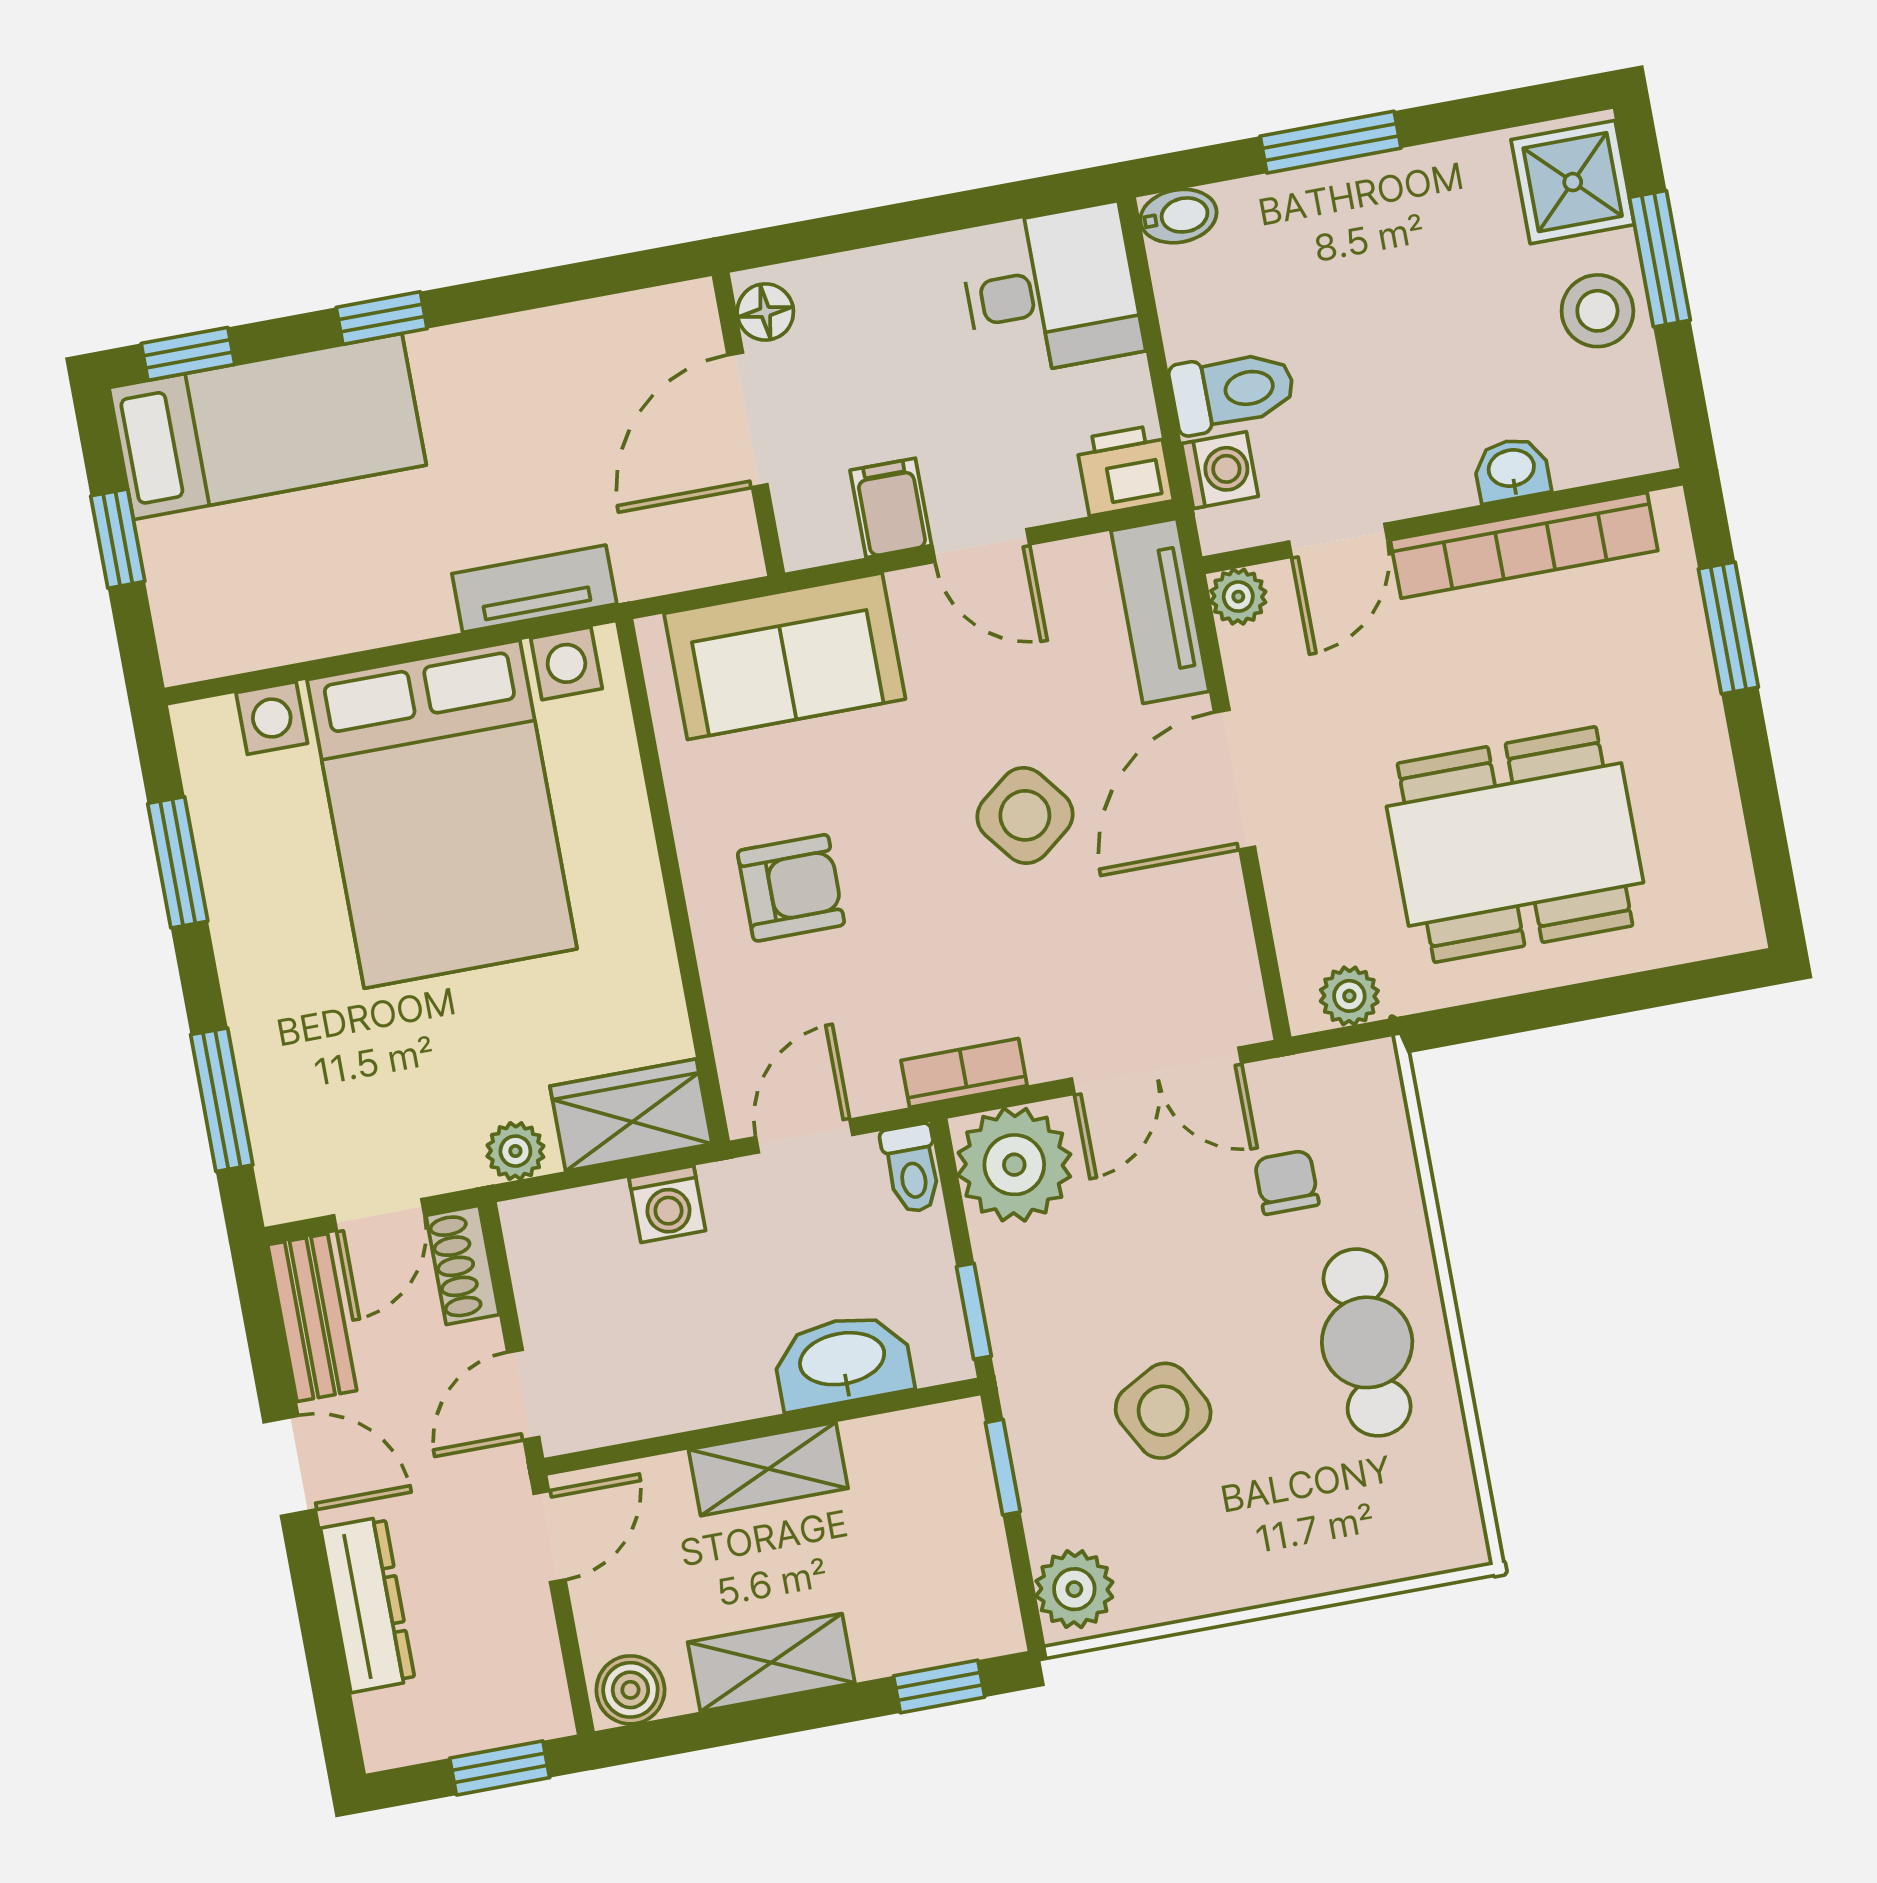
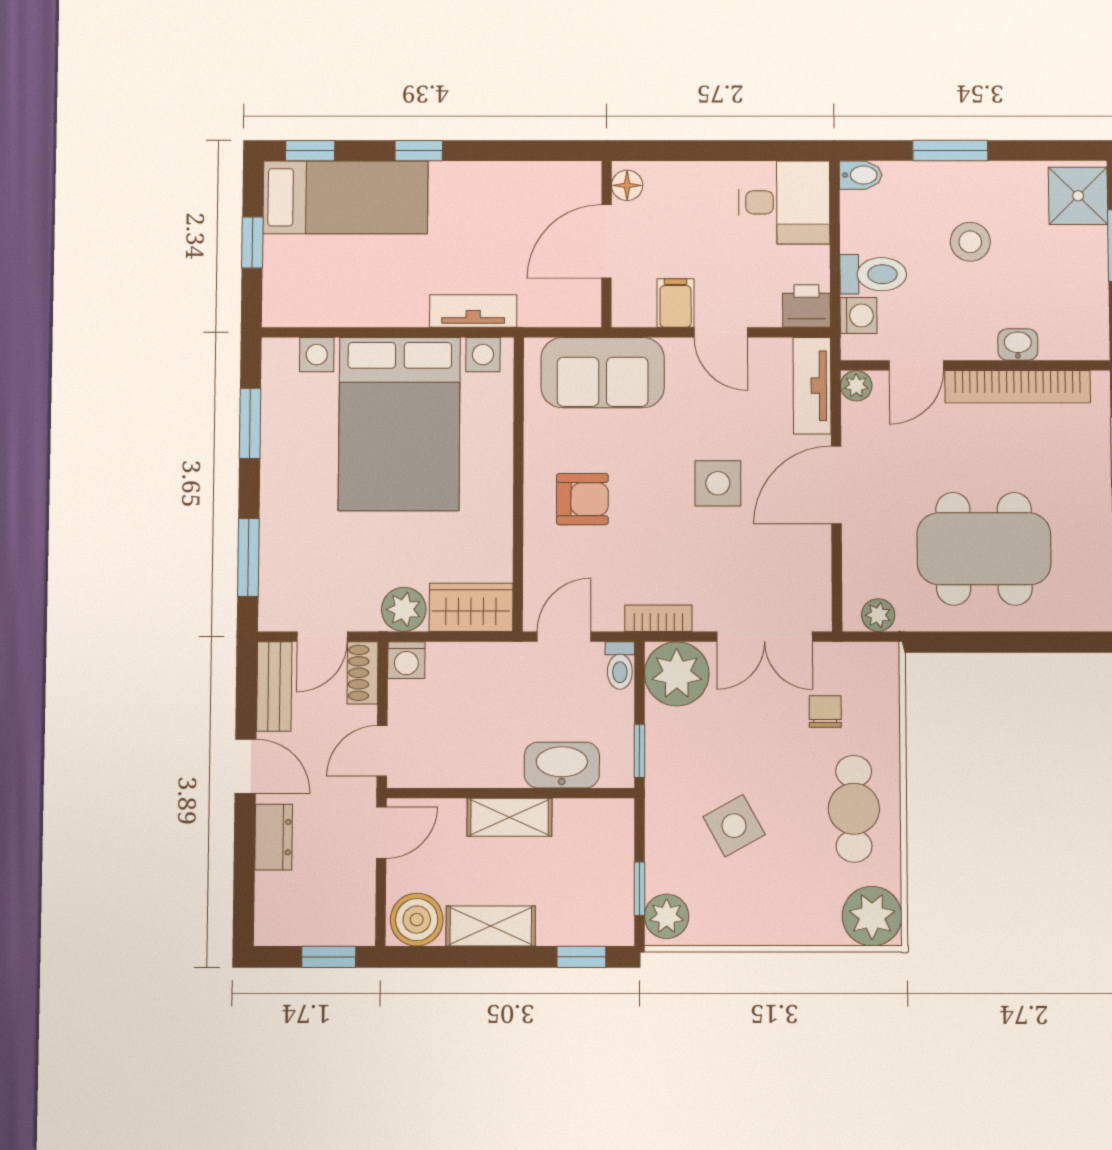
stool: (1597, 311) -> (970, 242), moved
side table: (1025, 815) -> (718, 483), turned 38
plant: (515, 1151) -> (404, 609), width x1.38, depth x1.38
washing machine: (667, 1204) -> (406, 660), moved
window: (1003, 1467) -> (639, 889), moved
plant: (1432, 1523) -> (872, 916), added
dresser: (368, 1605) -> (274, 837), width x0.70
boiler: (630, 1690) -> (417, 920), width x1.36, depth x1.36

